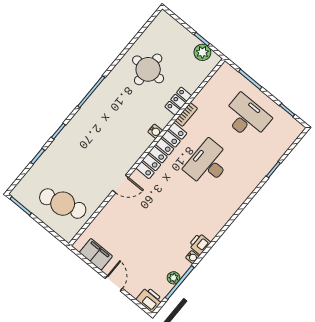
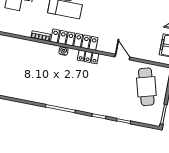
round table: (148, 69) -> (24, 78), removed
locker: (178, 101) -> (88, 57), moved
door: (121, 184) -> (122, 57), moved

